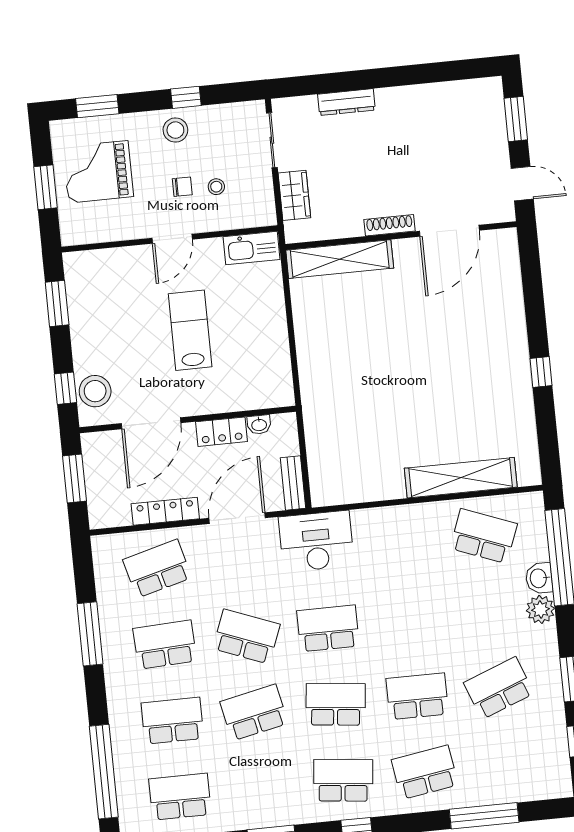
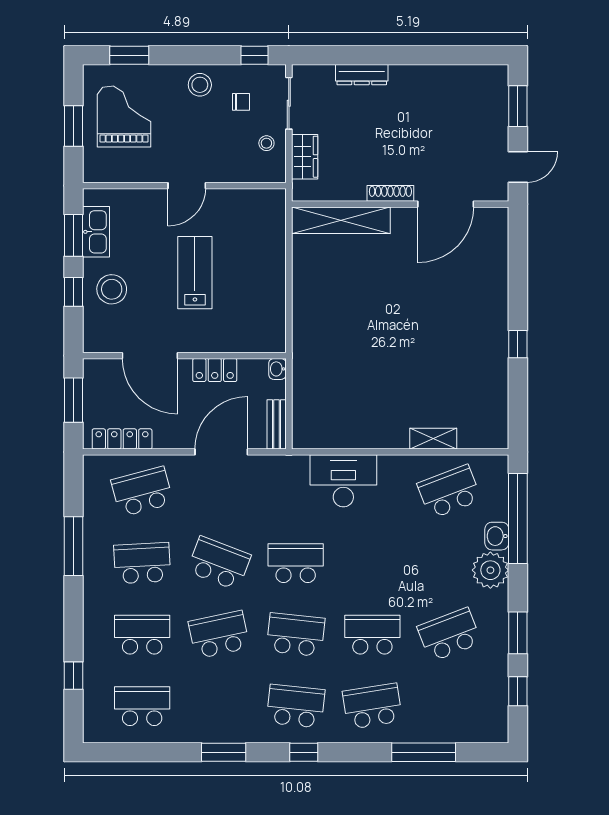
window: (186, 97) -> (255, 55), moved
grand piano: (98, 172) -> (124, 116), turned 90
door: (522, 184) -> (518, 167), hinge flipped
chair: (182, 187) -> (241, 102), moved
stool: (216, 187) -> (266, 143), moved
kitchen sink: (251, 248) -> (96, 232), moved, turned -90
window: (65, 388) -> (73, 292), moved
stool: (95, 391) -> (112, 289), moved
door: (151, 423) -> (150, 356), hinge flipped
washbasin: (259, 425) -> (277, 369), moved, turned 90
shelving: (461, 478) -> (433, 439), width x0.45, depth x0.75
locker: (165, 511) -> (122, 439), moved
school desk: (484, 536) -> (449, 492), turned -42
desk: (316, 541) -> (343, 481), moved
plant: (540, 609) -> (490, 570), width x1.36, depth x1.36
window: (104, 772) -> (73, 676), width x0.32

